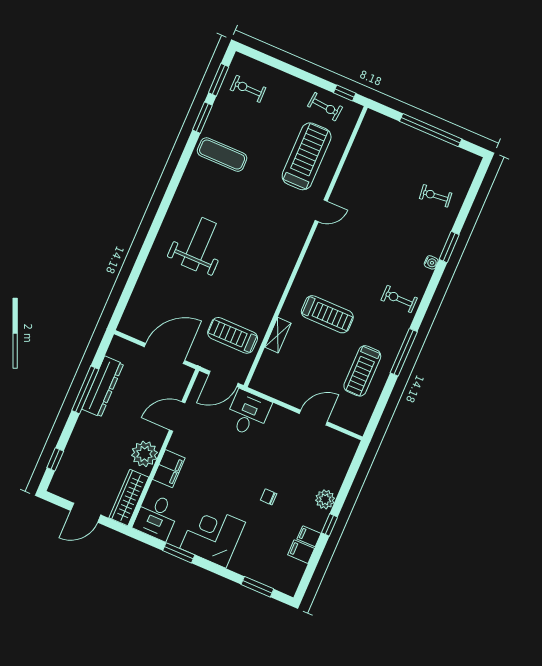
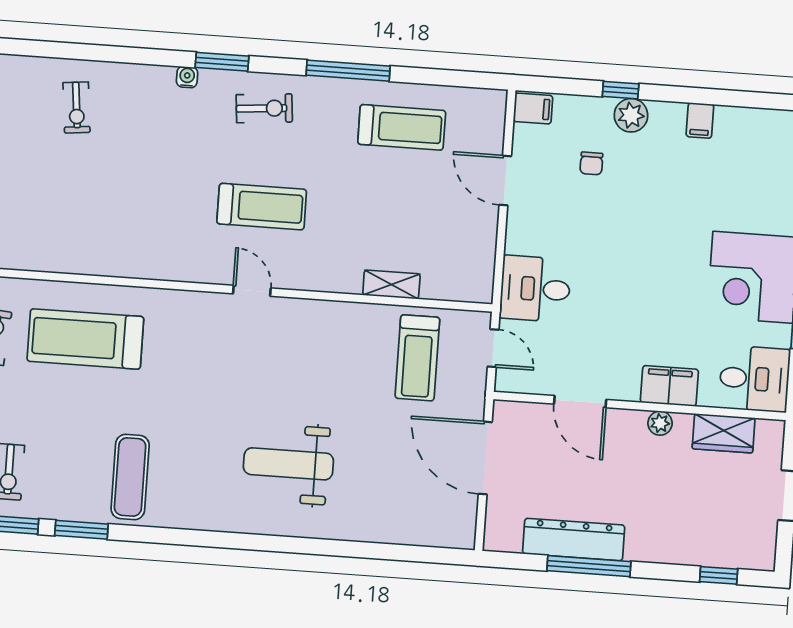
door: (321, 211) -> (252, 291), moved
window: (449, 247) -> (222, 62), moved
exercise bike: (399, 299) -> (264, 108), turned -95
treadmill: (327, 314) -> (262, 207), moved, turned 90
door: (223, 379) -> (493, 348), width x0.73
plant: (144, 454) -> (660, 423), width x0.53, depth x0.53
wardrobe: (129, 497) -> (724, 433), width x0.67
chair: (269, 497) -> (591, 163), moved
window: (329, 525) -> (621, 90), moved
filing cabinet: (301, 552) -> (533, 109), moved, turned -90

